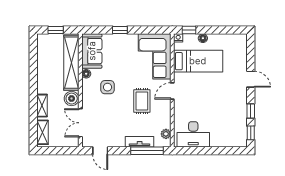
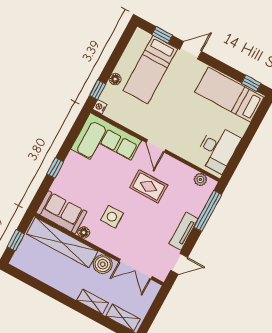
bed: (198, 61) -> (150, 70), moved, turned 180
window: (251, 111) -> (162, 35), moved
bed: (235, 122) -> (229, 95), added
tv unit: (140, 142) -> (184, 231), moved

